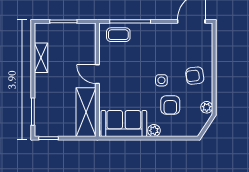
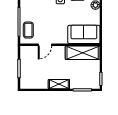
shelving: (41, 58) -> (59, 84), moved
door: (97, 74) -> (45, 45), moved
sofa: (124, 124) -> (84, 34), moved, turned 90

